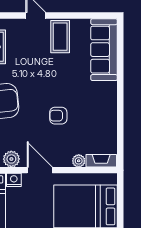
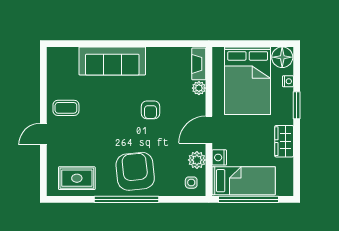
coffee table: (60, 37) -> (66, 108), width x0.73, depth x0.77
sofa: (104, 50) -> (112, 61), moved

